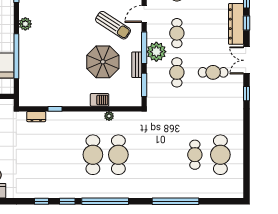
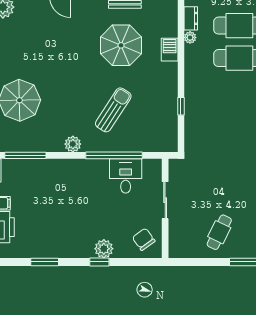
sun lounger: (113, 25) -> (113, 110), moved
dresser: (36, 117) -> (191, 18), moved

